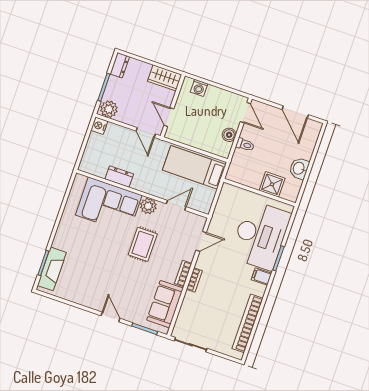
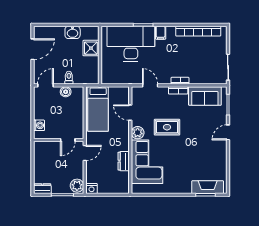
wardrobe: (165, 78) -> (40, 153), removed

